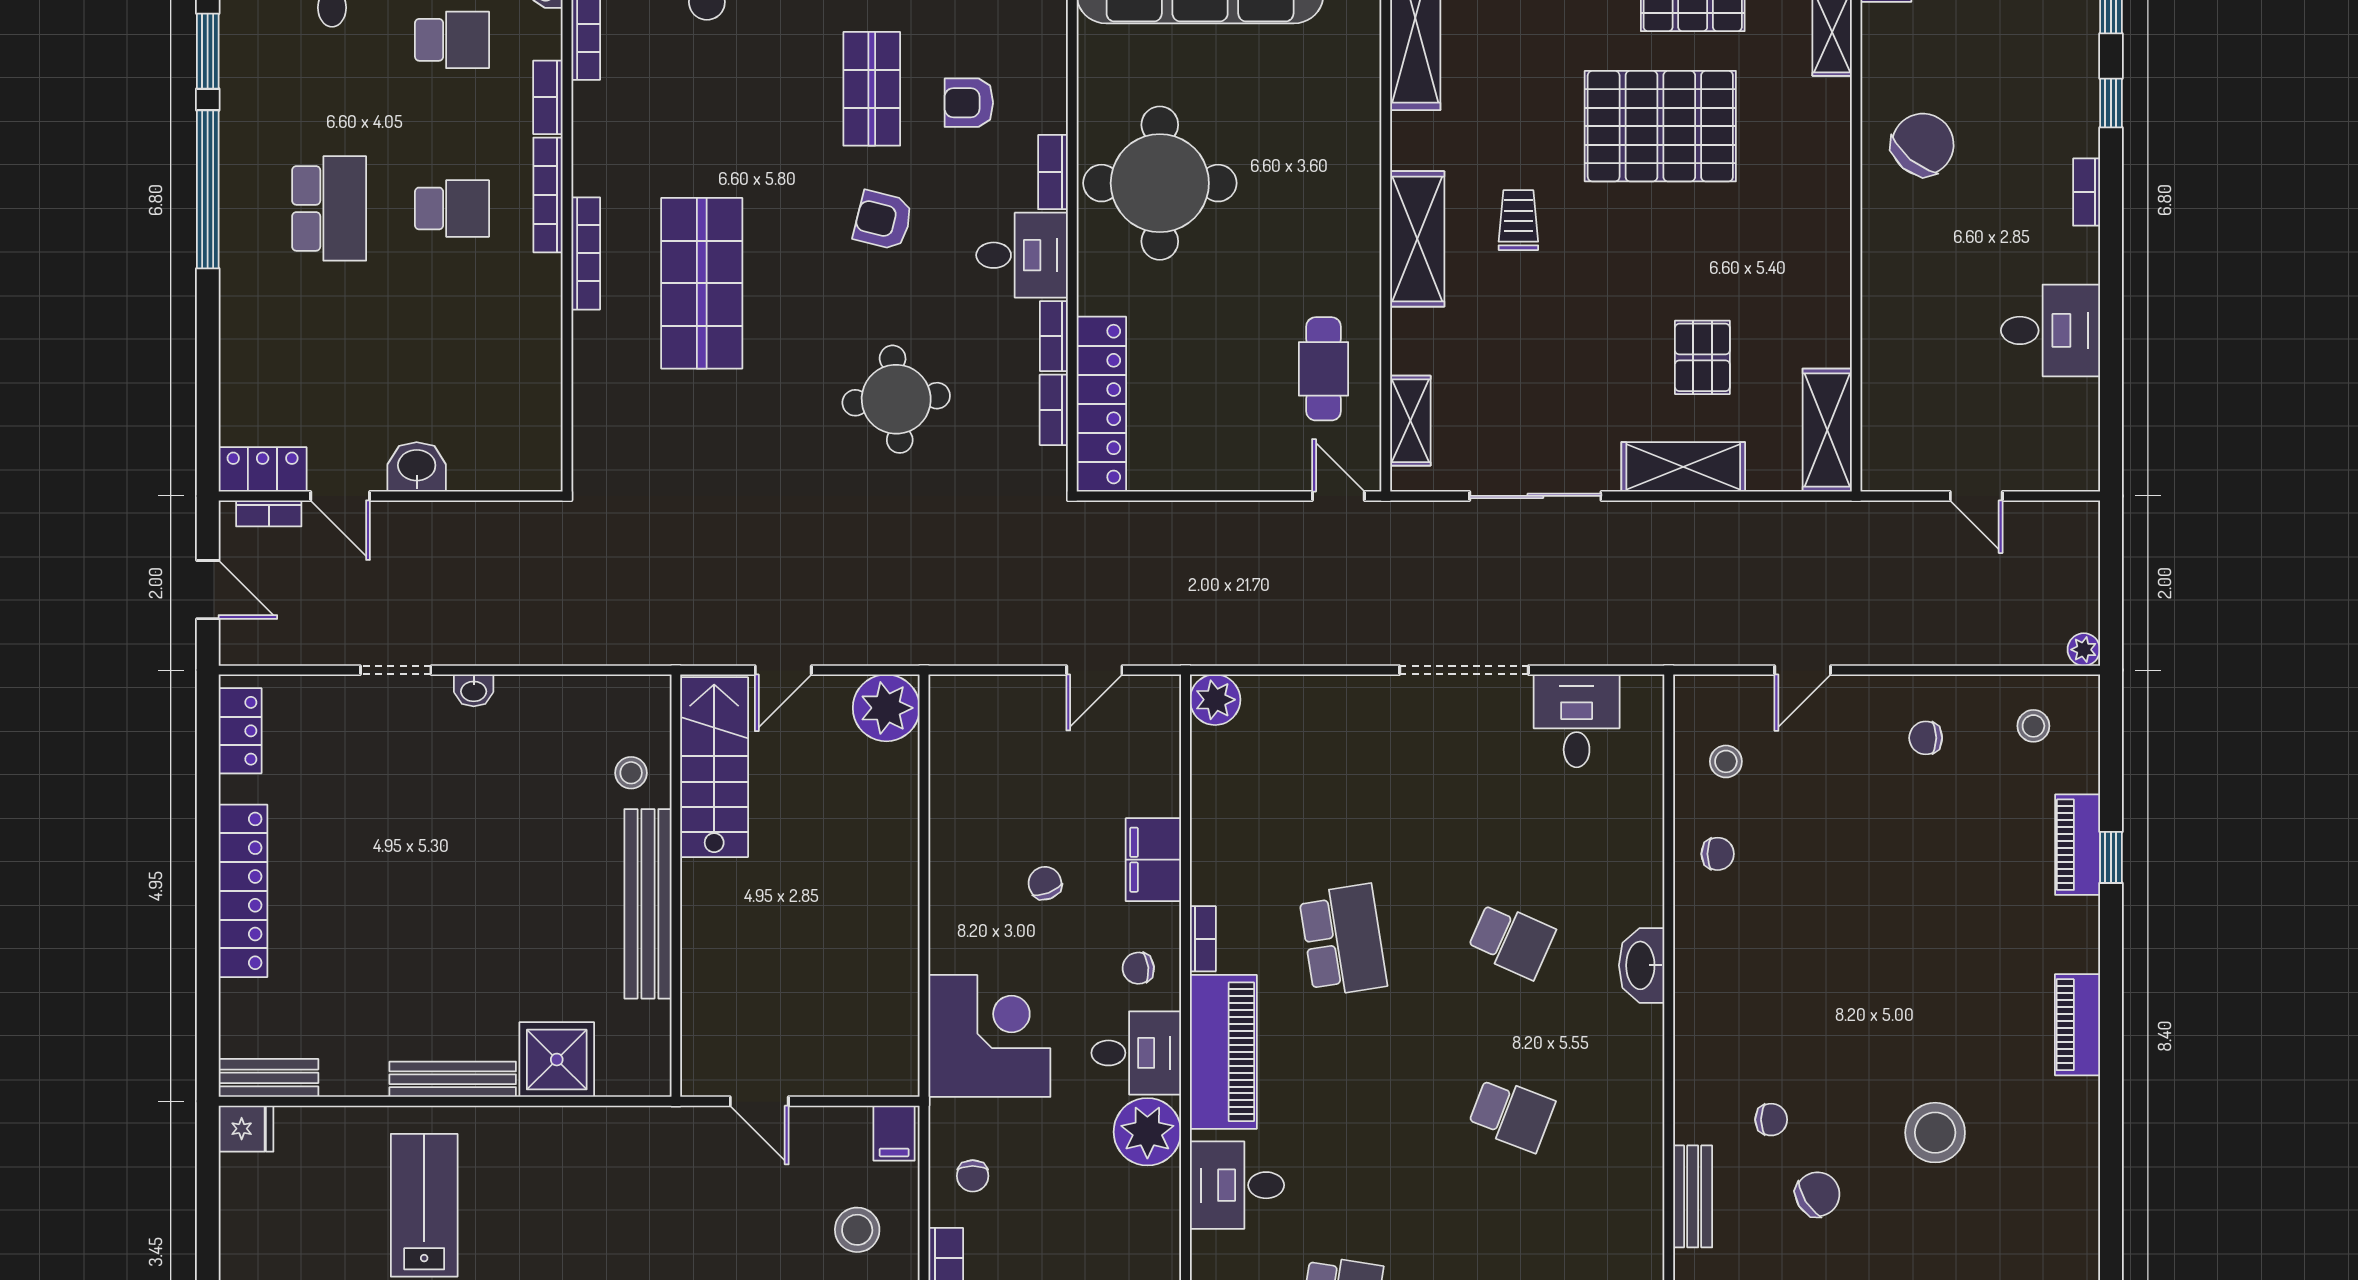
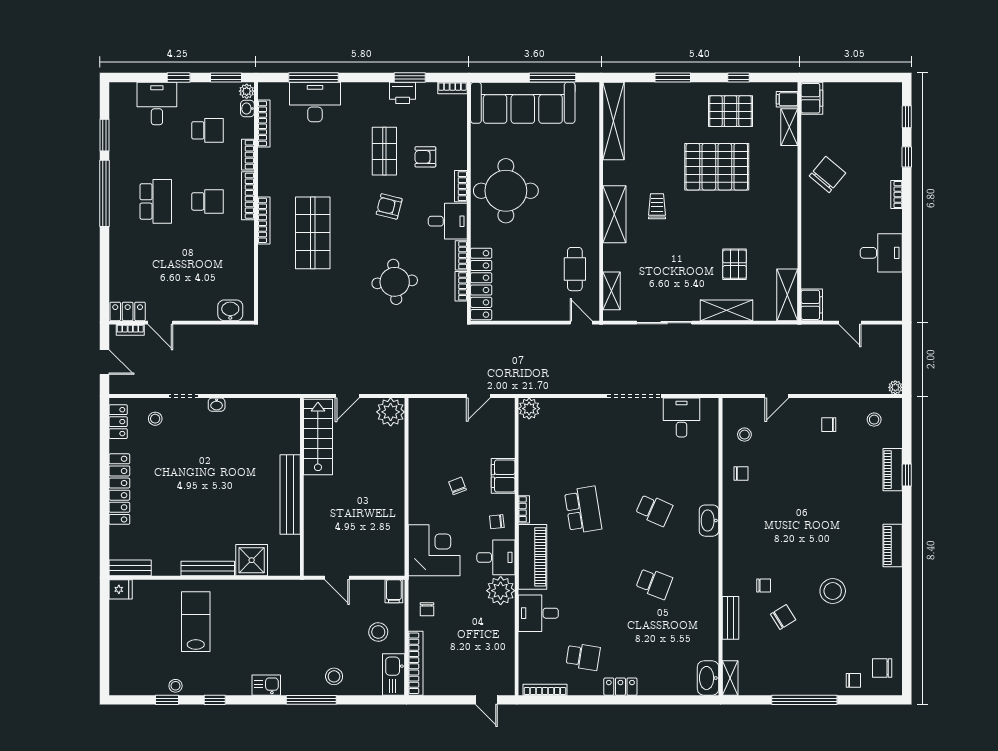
filing cabinet: (1886, 454) -> (812, 305), added
washbasin: (417, 467) -> (230, 310), moved
stool: (631, 773) -> (155, 419), moved

